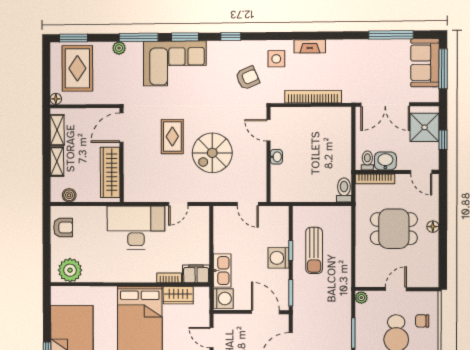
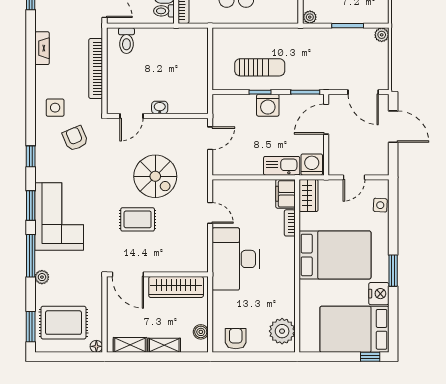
fireplace: (310, 46) -> (42, 48), moved
toilet: (344, 190) -> (126, 41), moved, turned -90
wardrobe: (178, 295) -> (309, 196), moved

